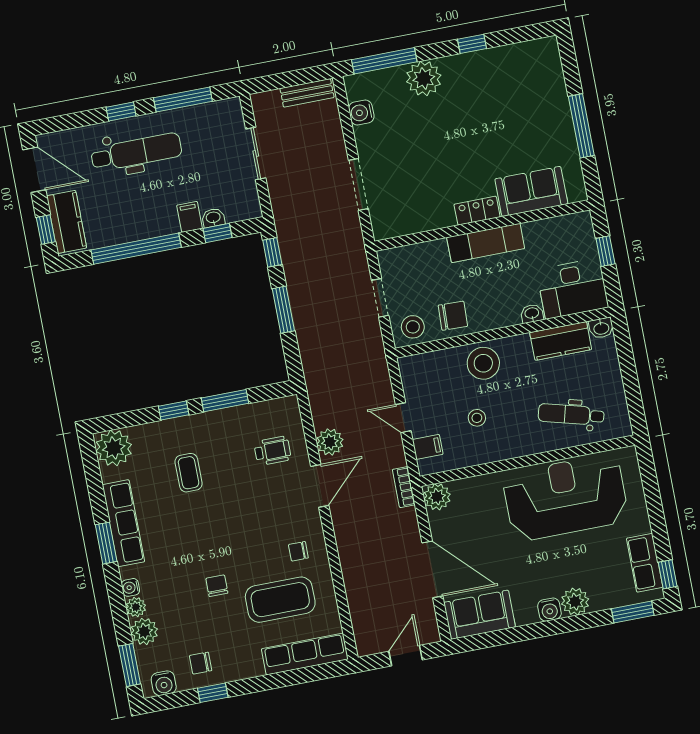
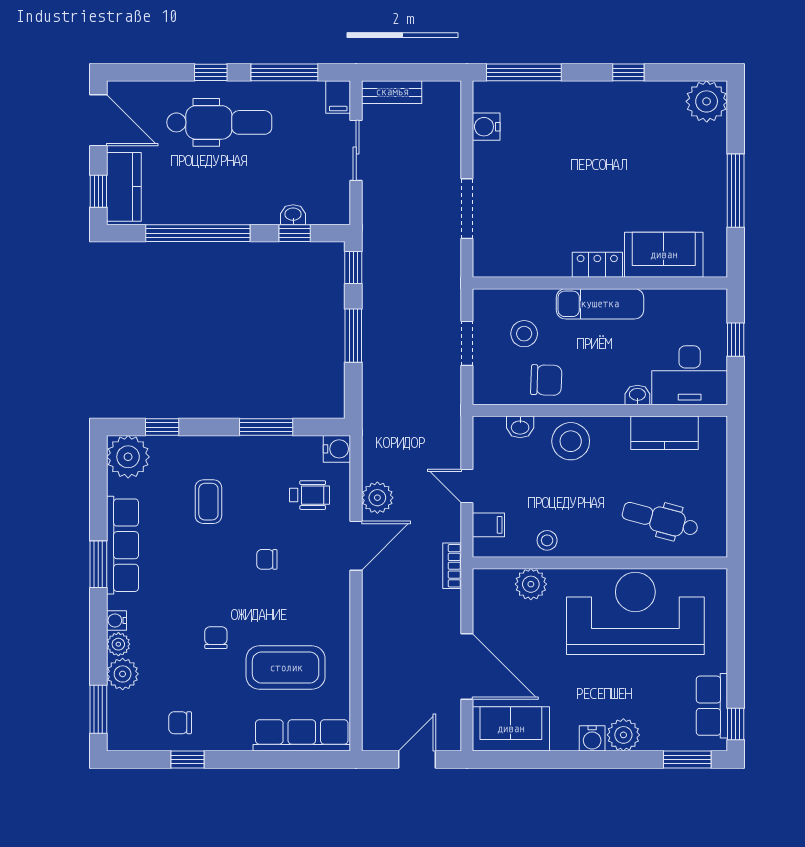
plant: (424, 78) -> (707, 101), moved
bench: (307, 93) -> (392, 92), moved
filing cabinet: (190, 217) -> (338, 97), moved, turned 180
stool: (413, 327) -> (524, 334), moved
washbasin: (601, 328) -> (520, 427), moved
window: (174, 410) -> (162, 427), moved
stool: (477, 418) -> (547, 540), moved
plant: (437, 497) -> (531, 584), moved
chair: (298, 551) -> (267, 559), moved
water cooler: (164, 683) -> (337, 449), moved, turned -90

